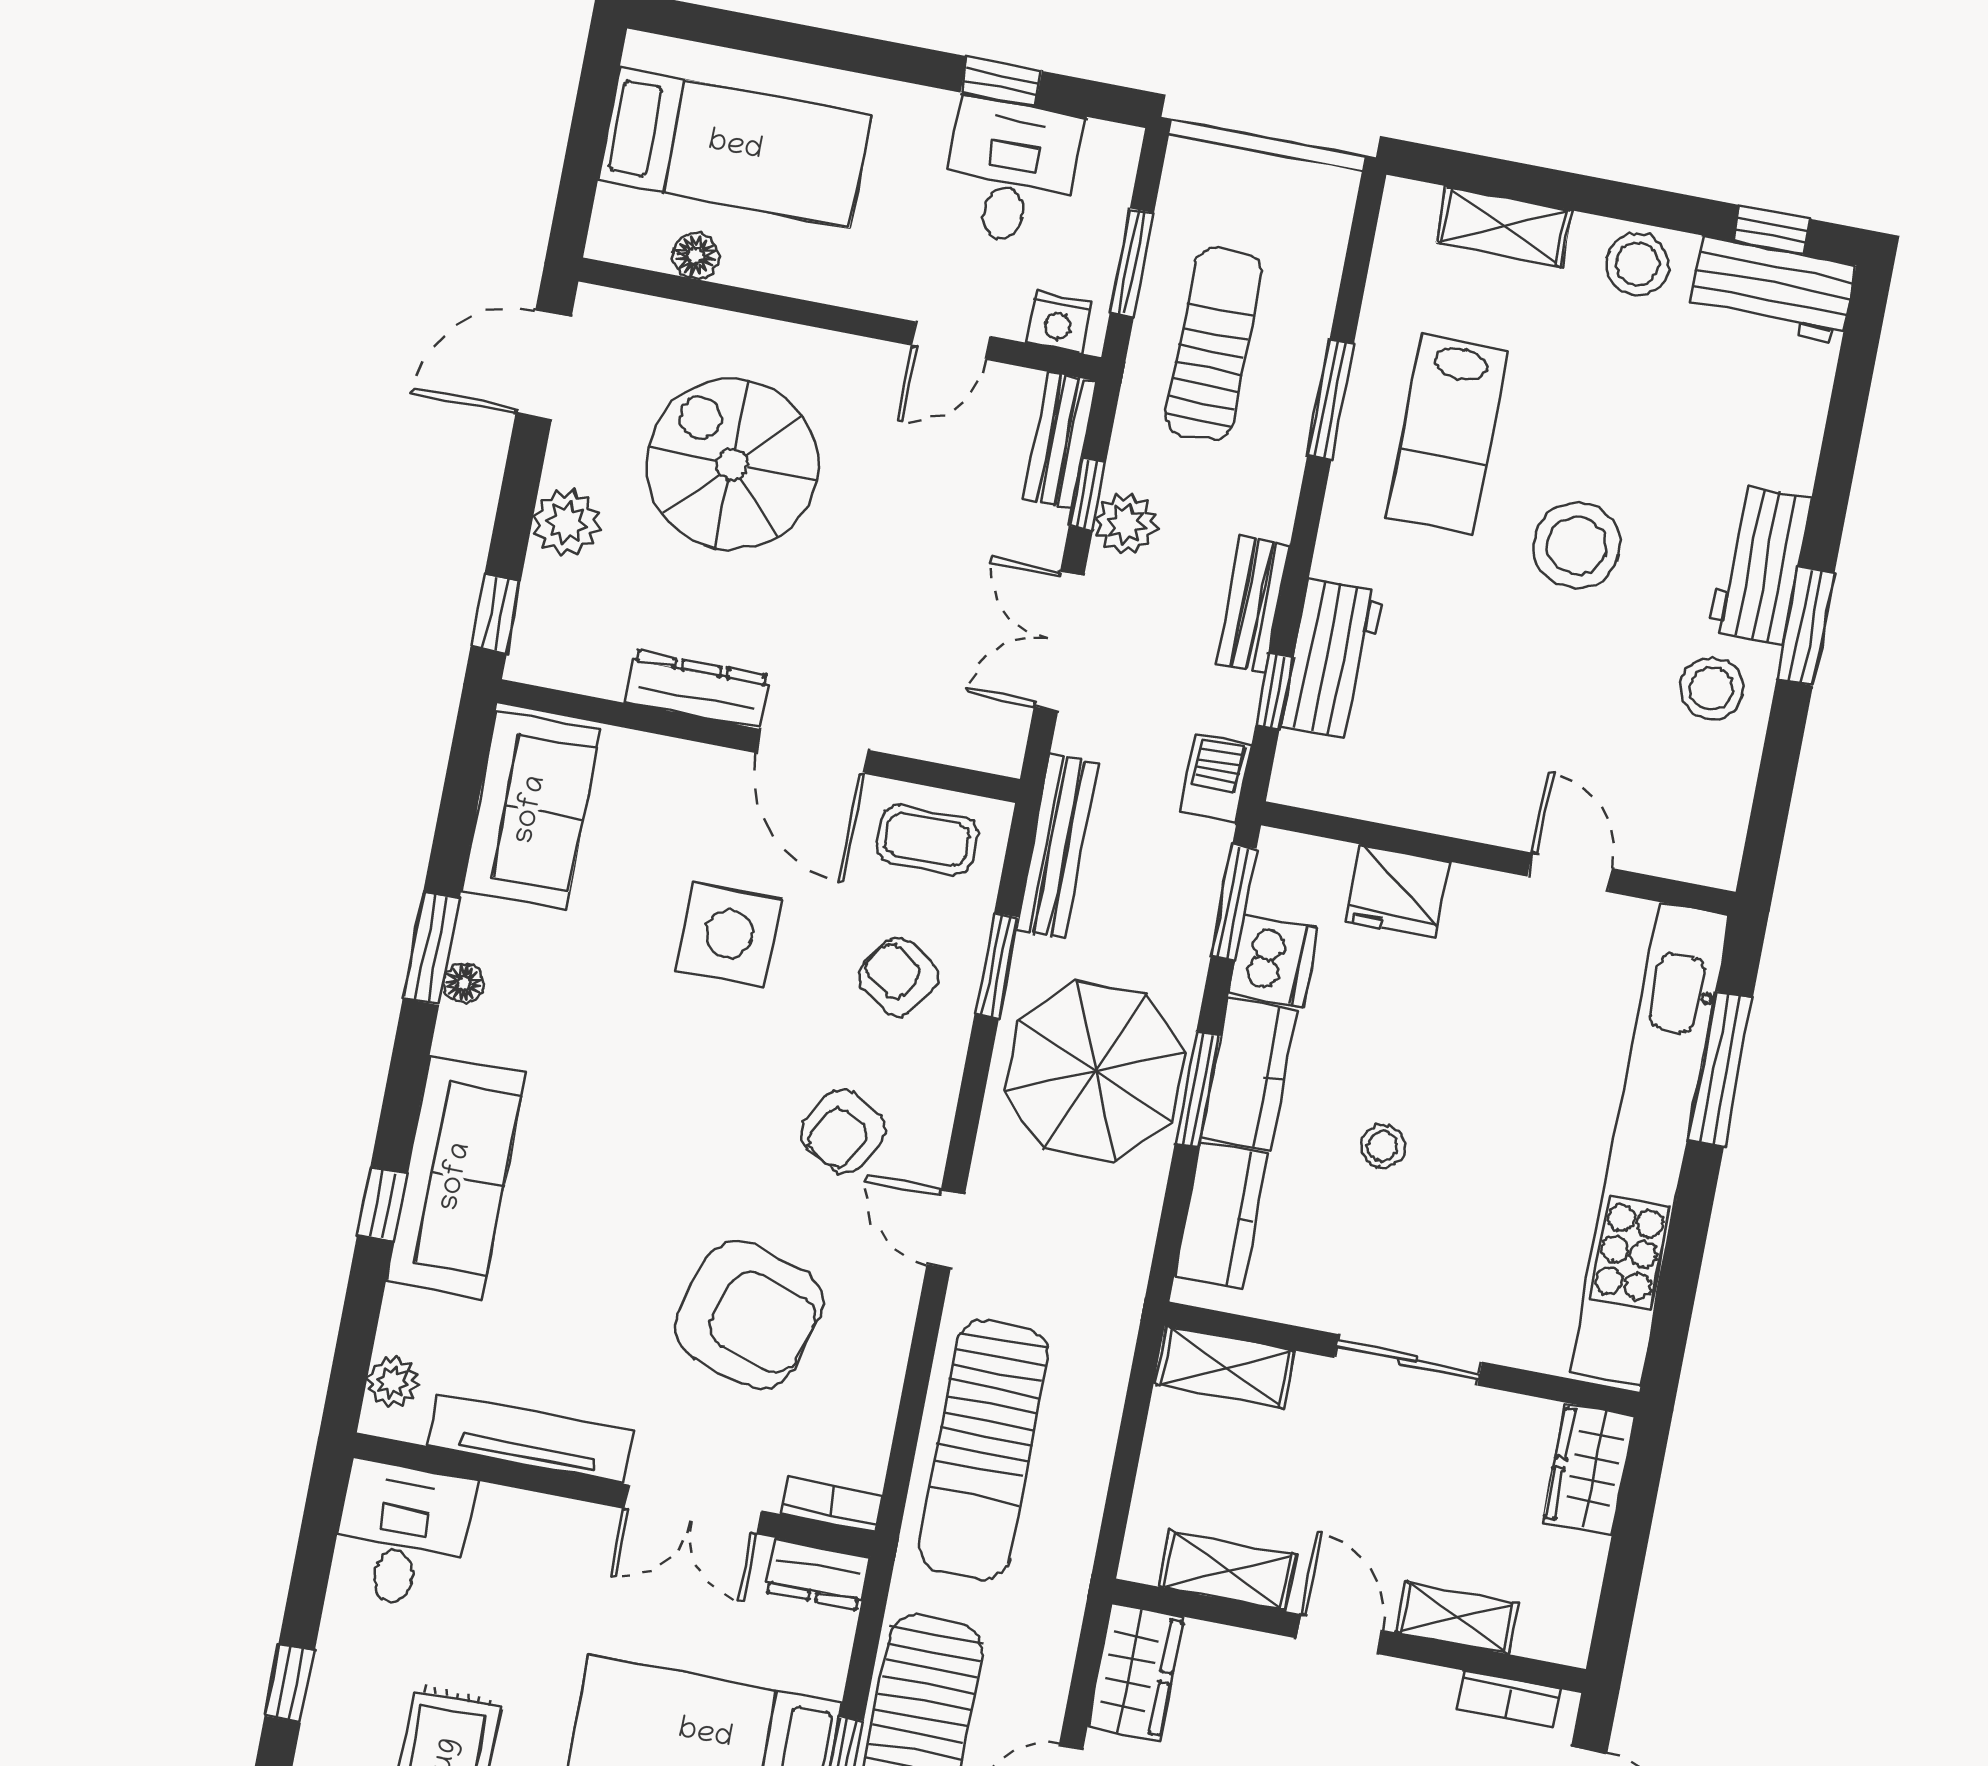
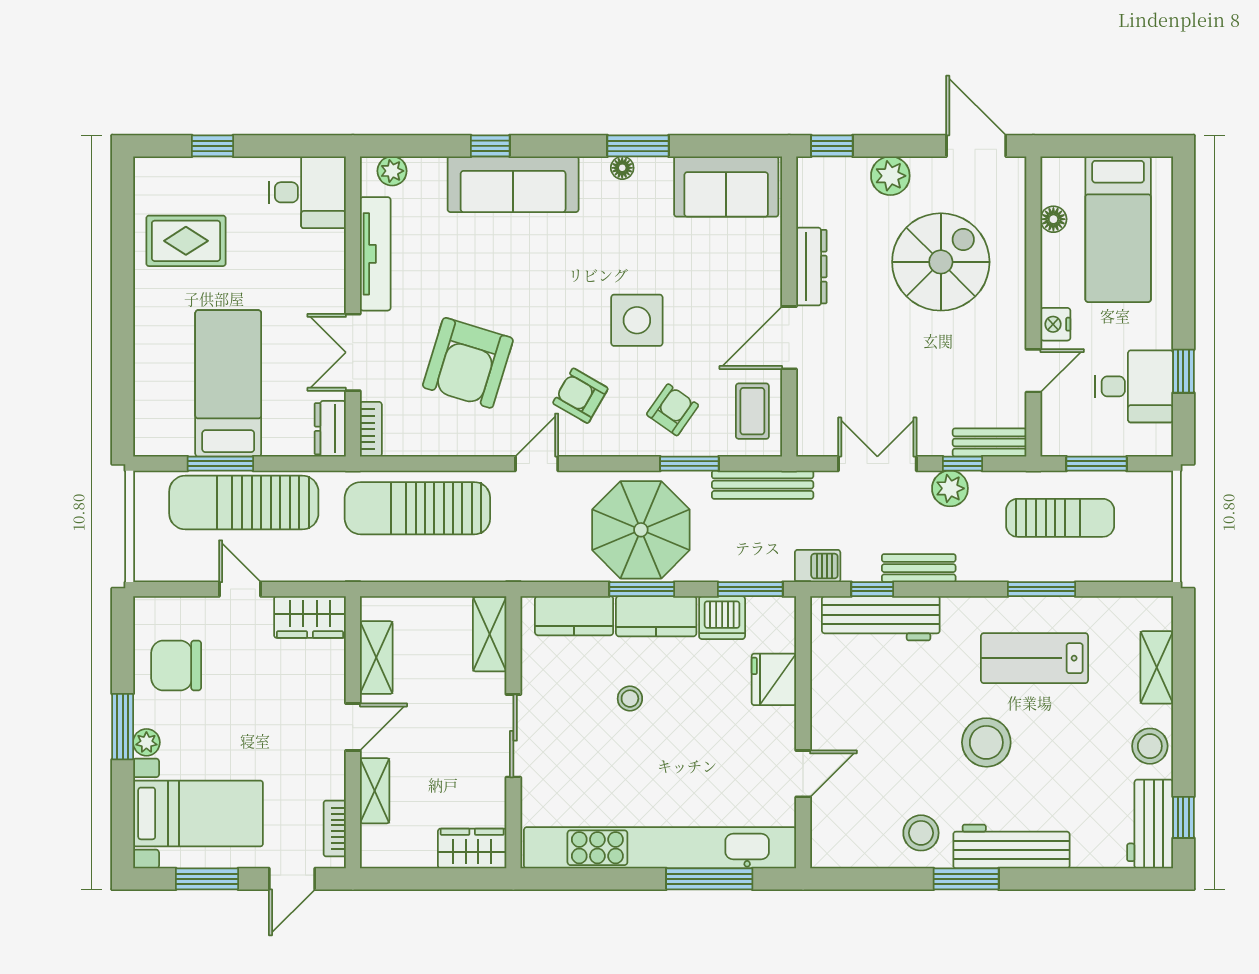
nightstand: (1058, 322) -> (1055, 324), moved
door: (951, 341) -> (1033, 371), swing flipped
workbench: (1760, 564) -> (1011, 846), width x1.37
workbench: (1333, 659) -> (881, 618), width x1.38
side table: (729, 934) -> (637, 320), moved

